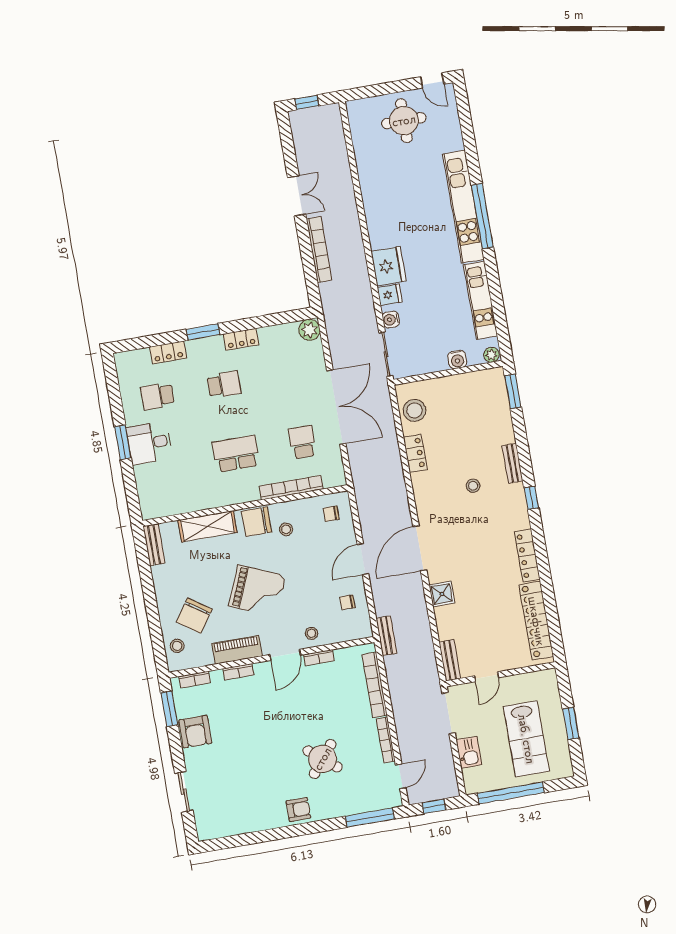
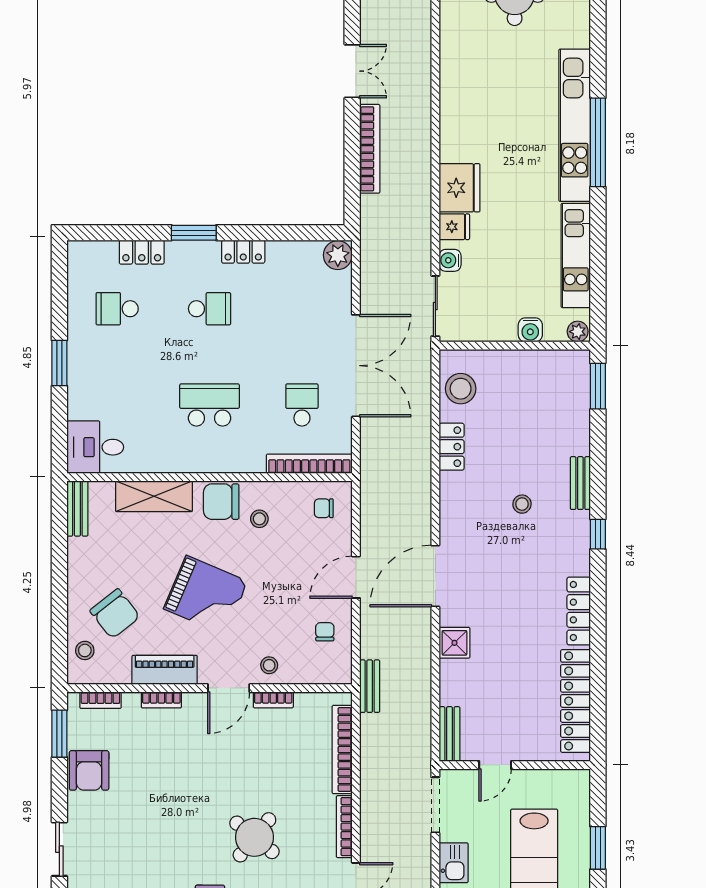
desk: (149, 443) -> (95, 447), moved
bookcase: (291, 488) -> (309, 464), moved
chair: (347, 602) -> (325, 632), turned 90
chair: (194, 616) -> (115, 614), turned -73

